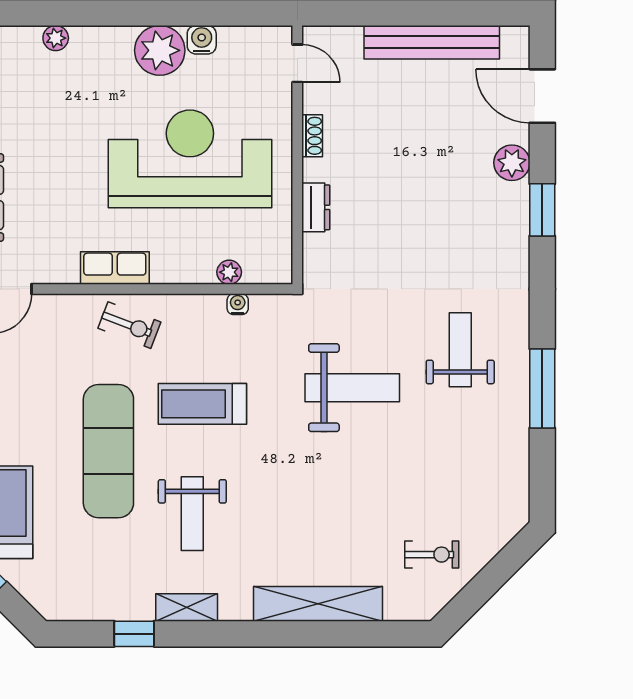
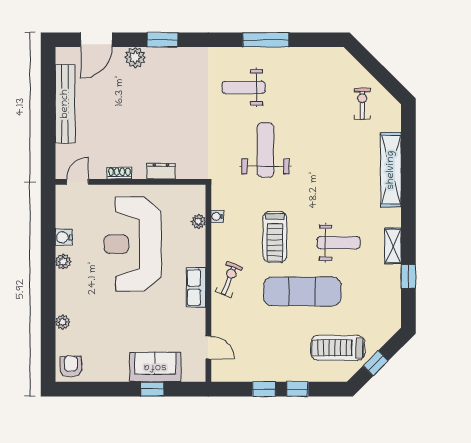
plant: (160, 50) -> (63, 262), width x0.53, depth x0.53

